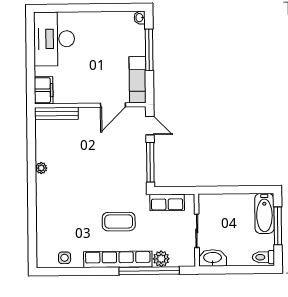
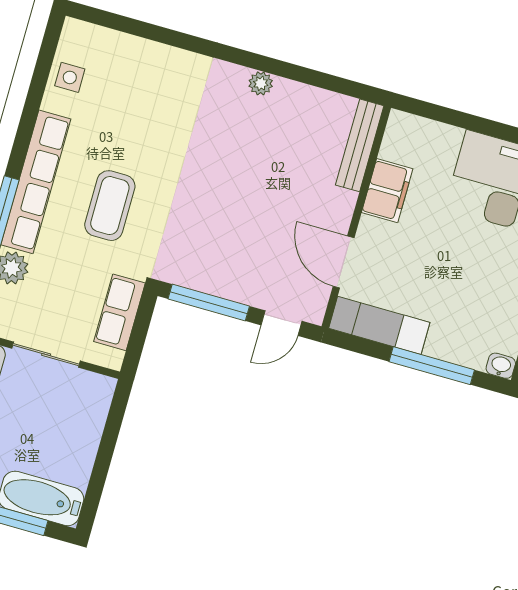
filing cabinet: (44, 90) -> (387, 191), moved, turned -90

